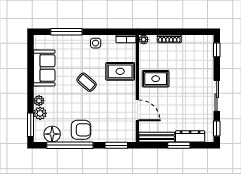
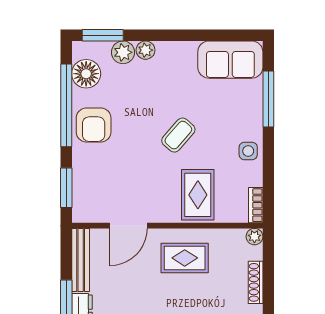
sofa: (44, 68) -> (230, 60), moved
rug: (156, 79) -> (185, 258), turned 90

